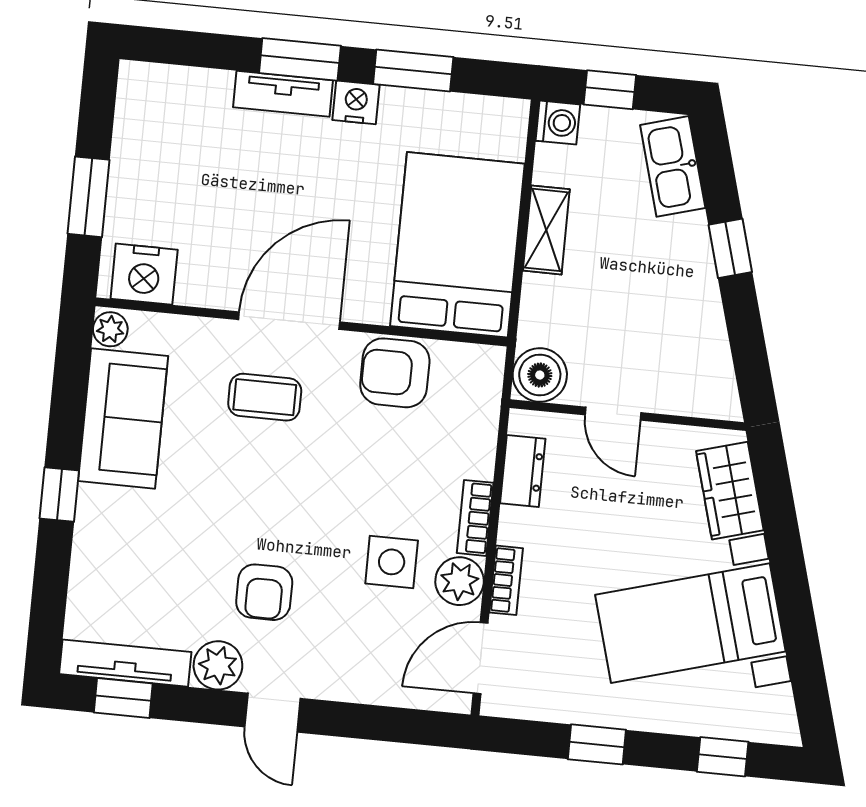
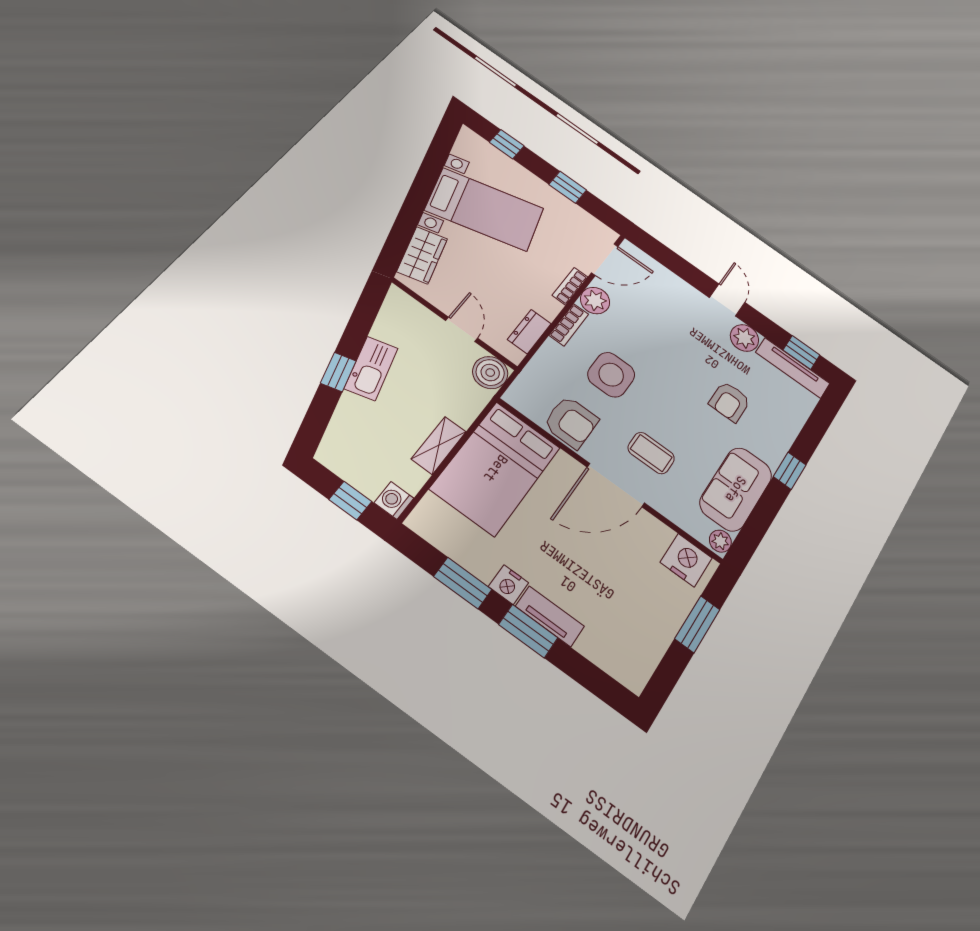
kitchen sink: (673, 166) -> (371, 368), moved
side table: (392, 562) -> (611, 375), moved, width x1.37, depth x1.37
armchair: (264, 592) -> (730, 402), moved, turned 180

